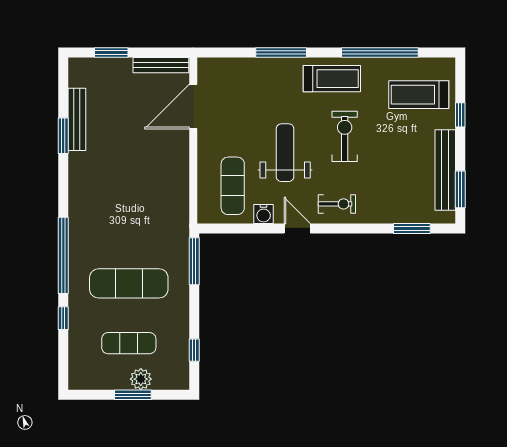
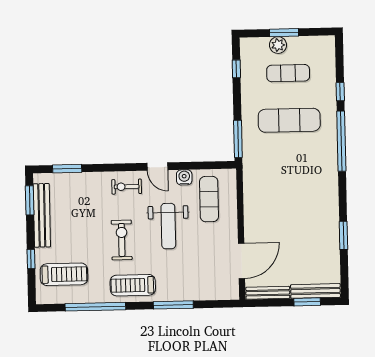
bench: (77, 119) -> (315, 291), moved, turned 90
exercise bike: (345, 136) -> (122, 240), turned 180

